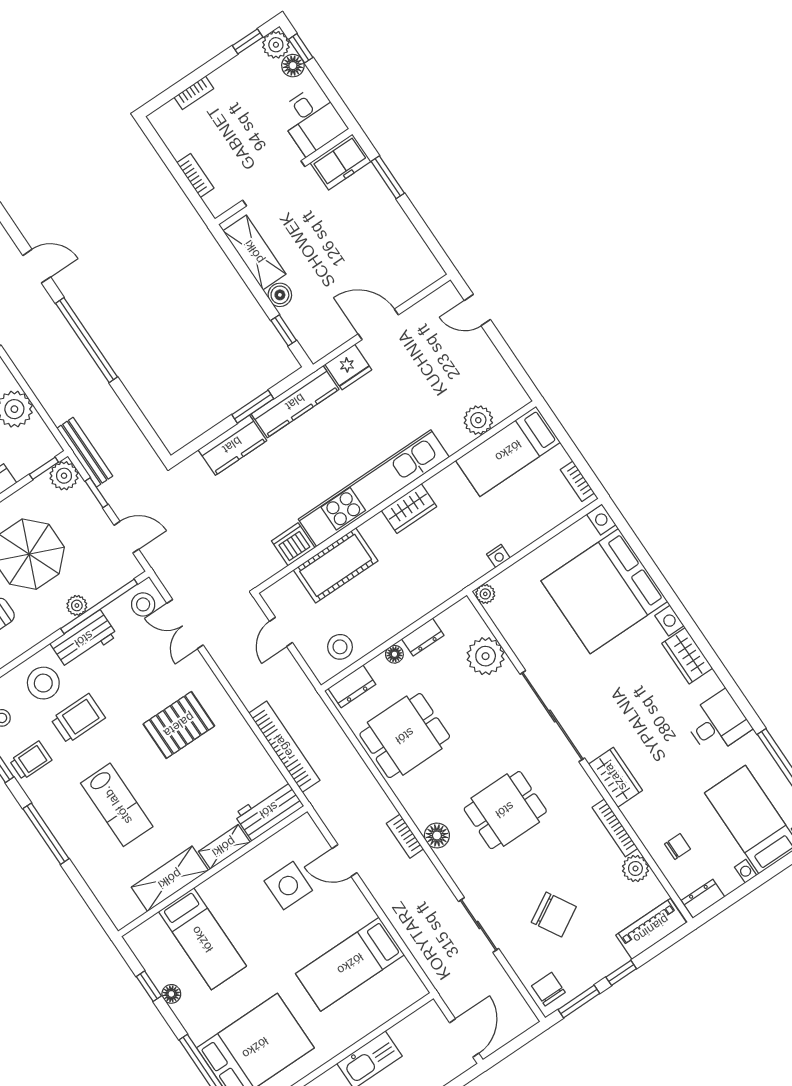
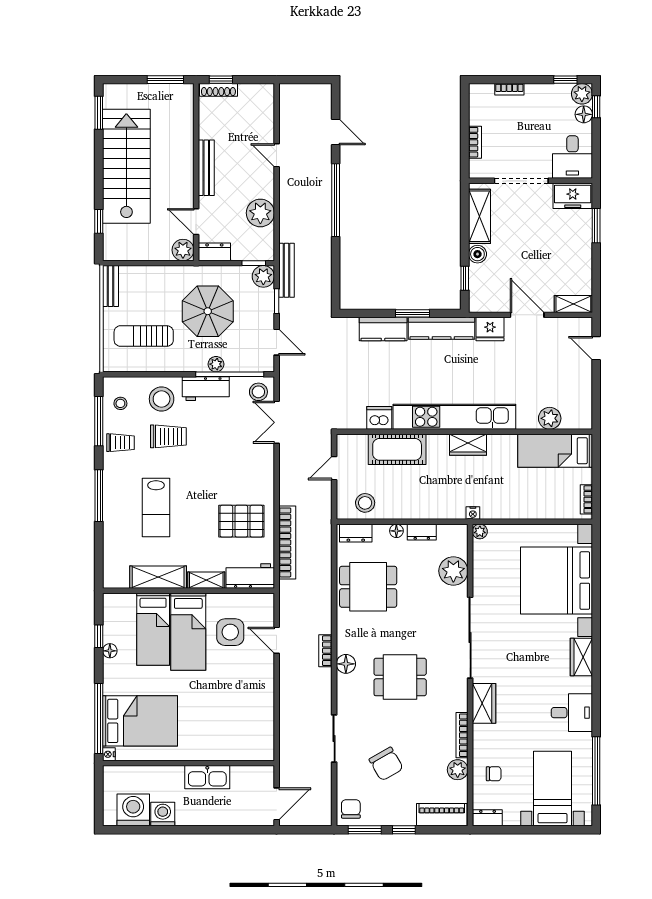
shelving: (420, 279) -> (573, 304), added
nightstand: (498, 556) -> (473, 513), moved
pallet: (179, 725) -> (241, 521), moved
bed: (350, 964) -> (188, 632), moved, turned -90

